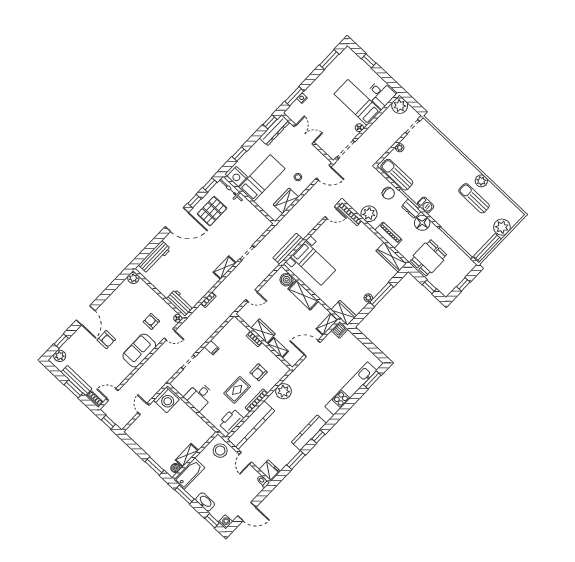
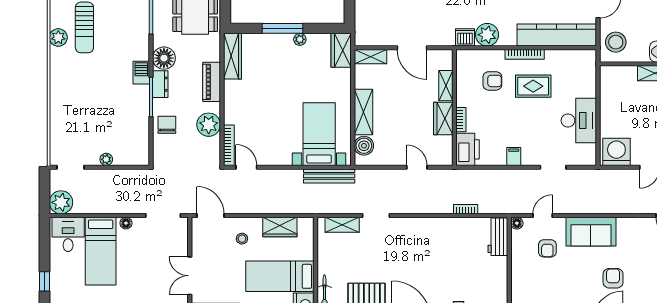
sun lounger: (397, 175) -> (138, 135), removed
shelving: (225, 268) -> (342, 225), moved
dishwasher: (340, 330) -> (465, 37), moved
door: (170, 334) -> (543, 216), hinge flipped
desk: (199, 396) -> (579, 121), width x1.37
printer: (231, 421) -> (468, 149), moved, turned -90

